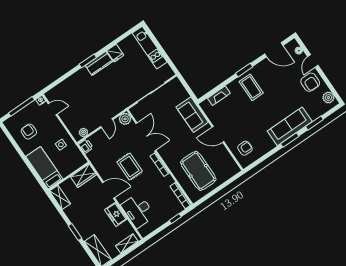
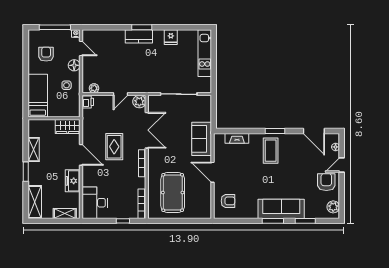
kitchen counter: (99, 63) -> (139, 36), moved
armchair: (310, 82) -> (326, 182), turned 180
floor lamp: (56, 125) -> (74, 65), added
shelving: (60, 197) -> (34, 150), moved
desk: (138, 211) -> (95, 203), moved

